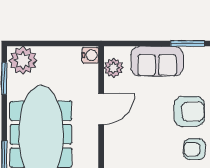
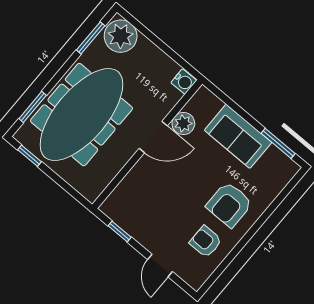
plant: (113, 68) -> (183, 123), moved
armchair: (189, 111) -> (229, 205), turned 90

